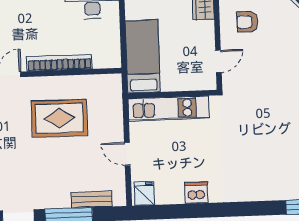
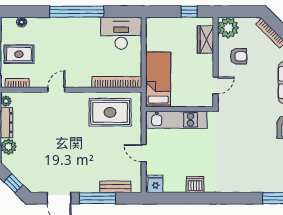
armchair: (247, 22) -> (239, 56), turned 180
bookcase: (59, 63) -> (117, 82), moved
rug: (59, 118) -> (110, 112), moved

